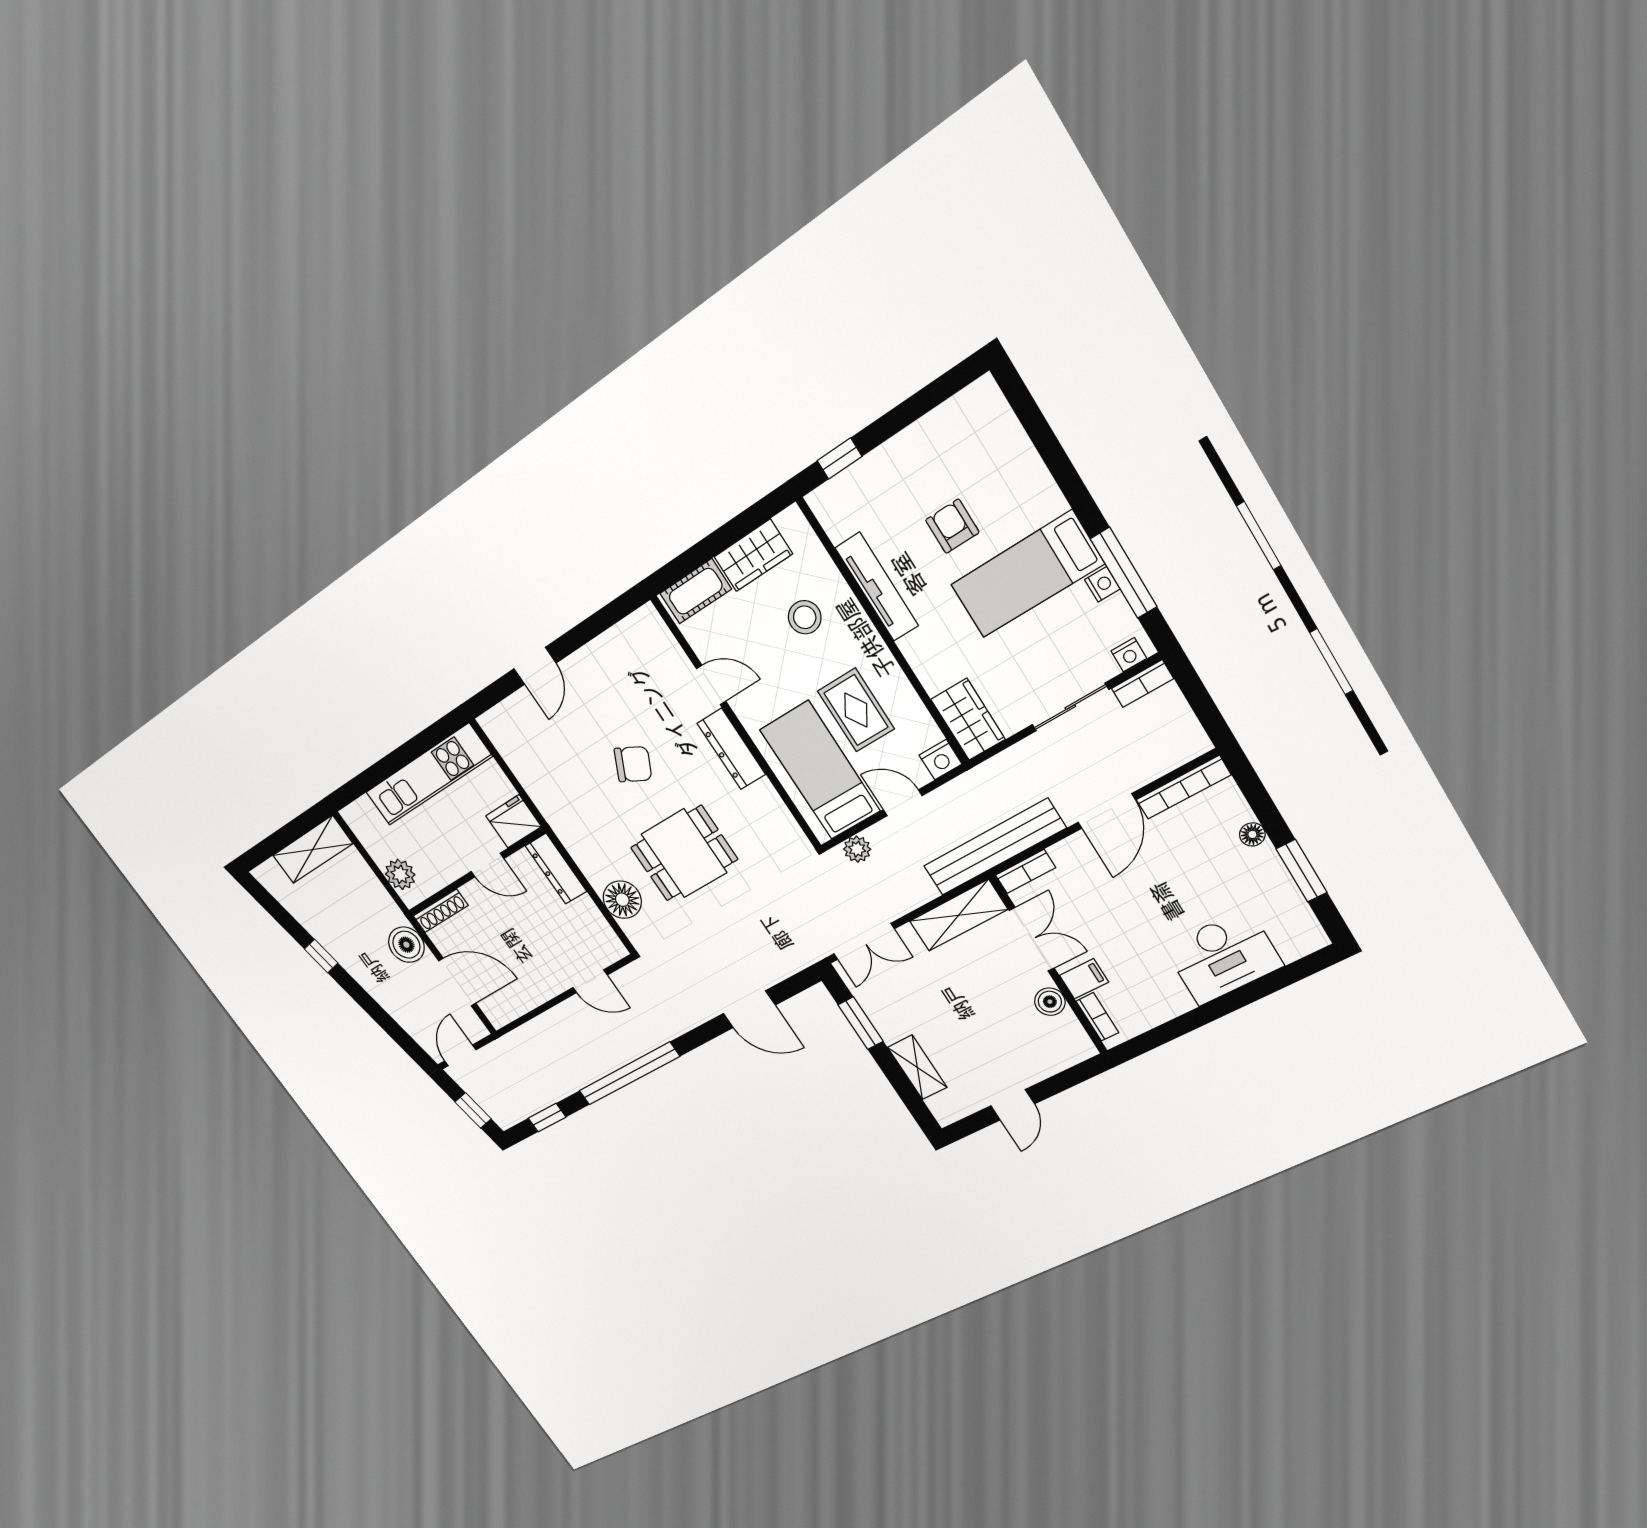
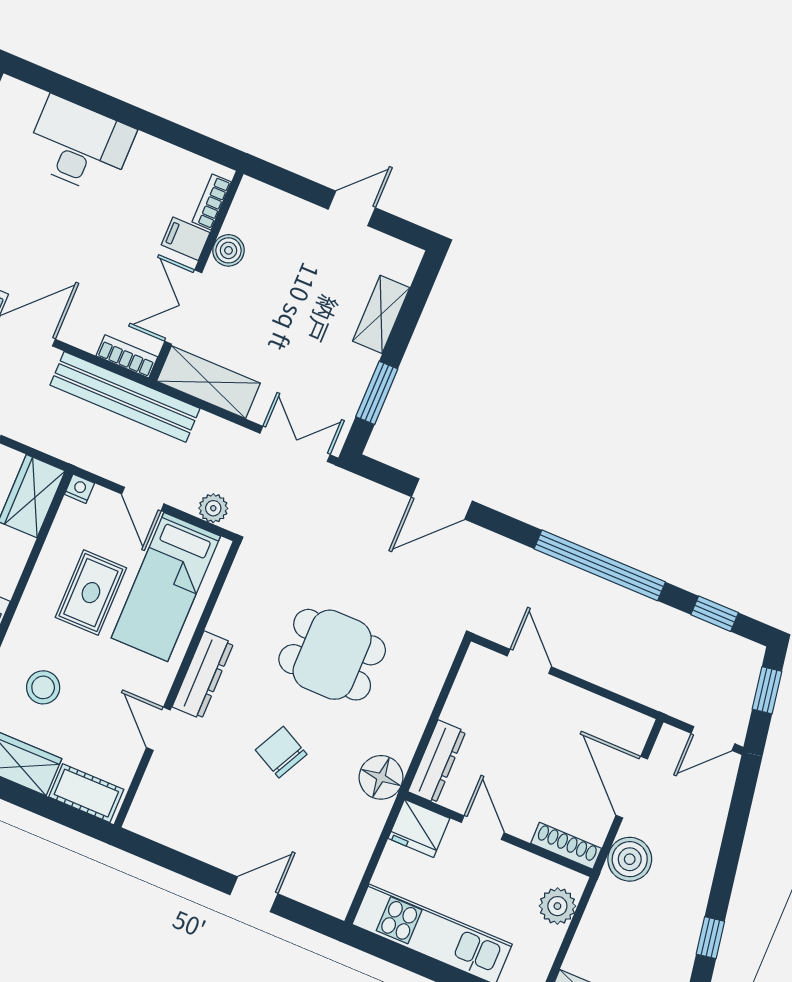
nightstand: (941, 760) -> (79, 489), width x0.72, depth x0.74
floor lamp: (622, 900) -> (381, 777), moved
door: (749, 1009) -> (442, 499), swing flipped

